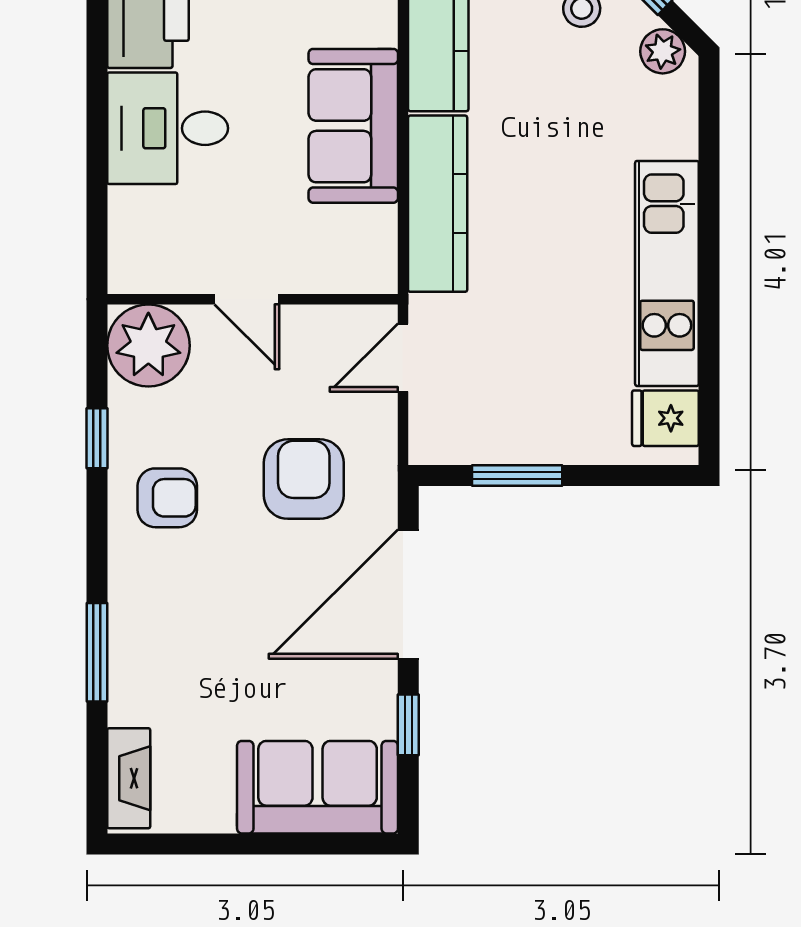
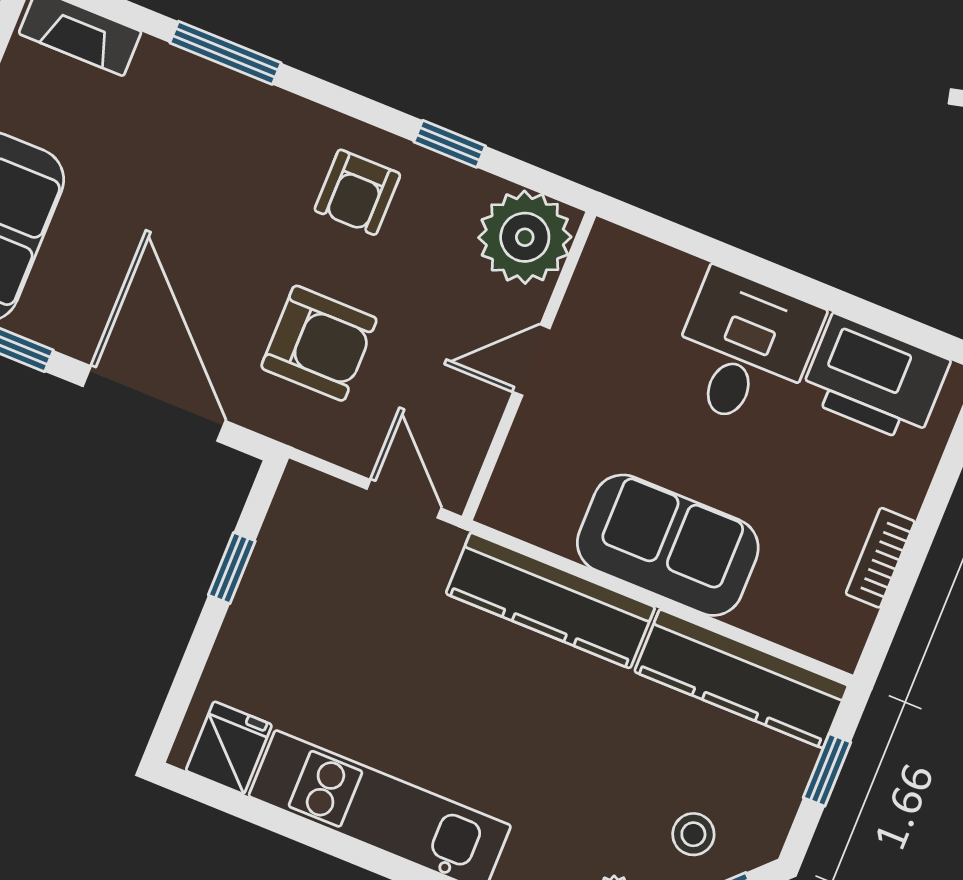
window: (517, 476) -> (232, 568), width x0.67

